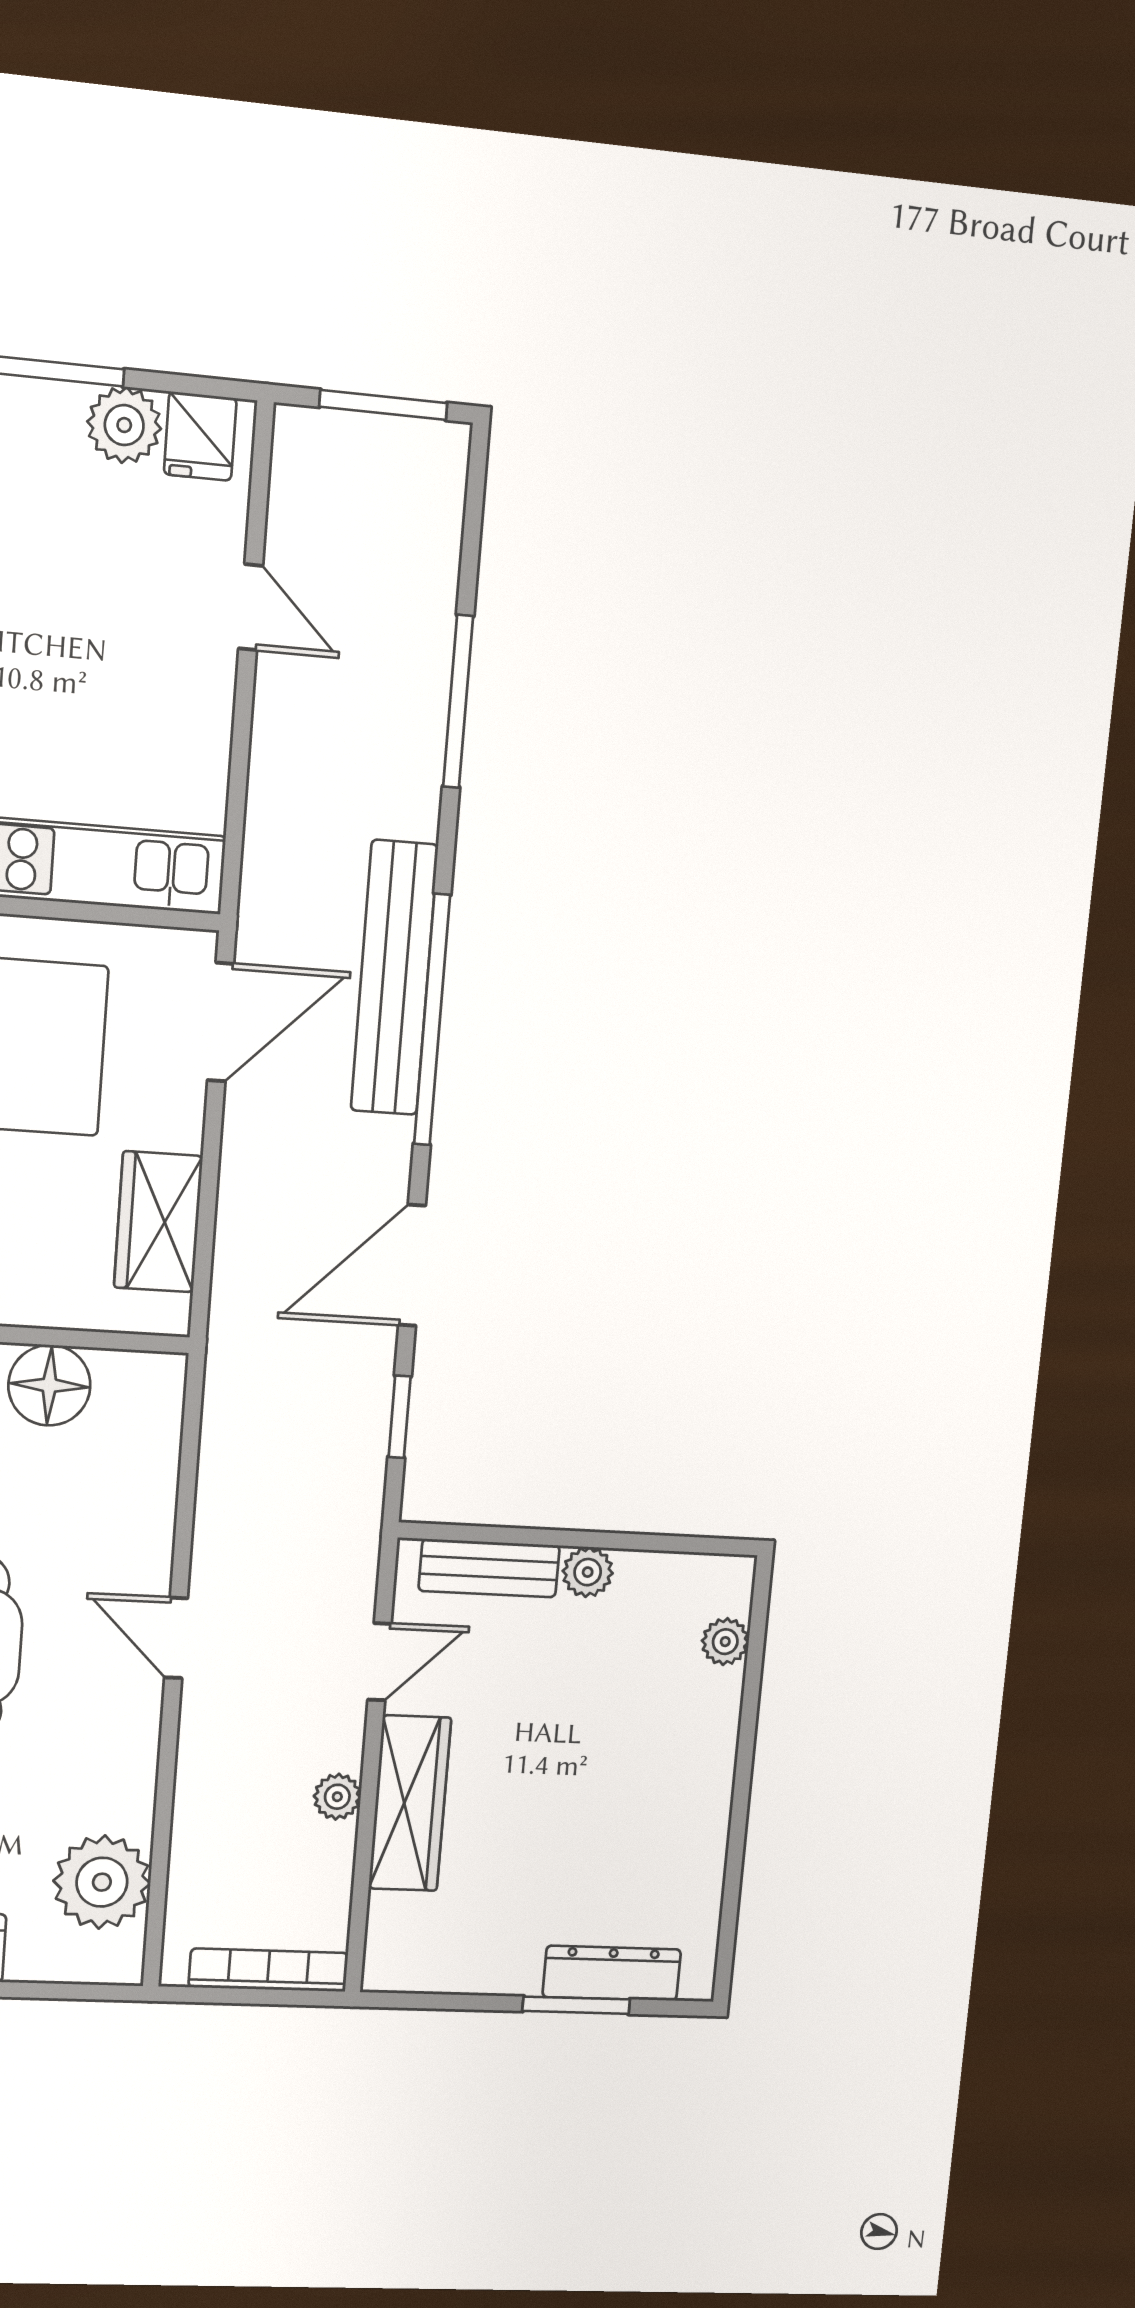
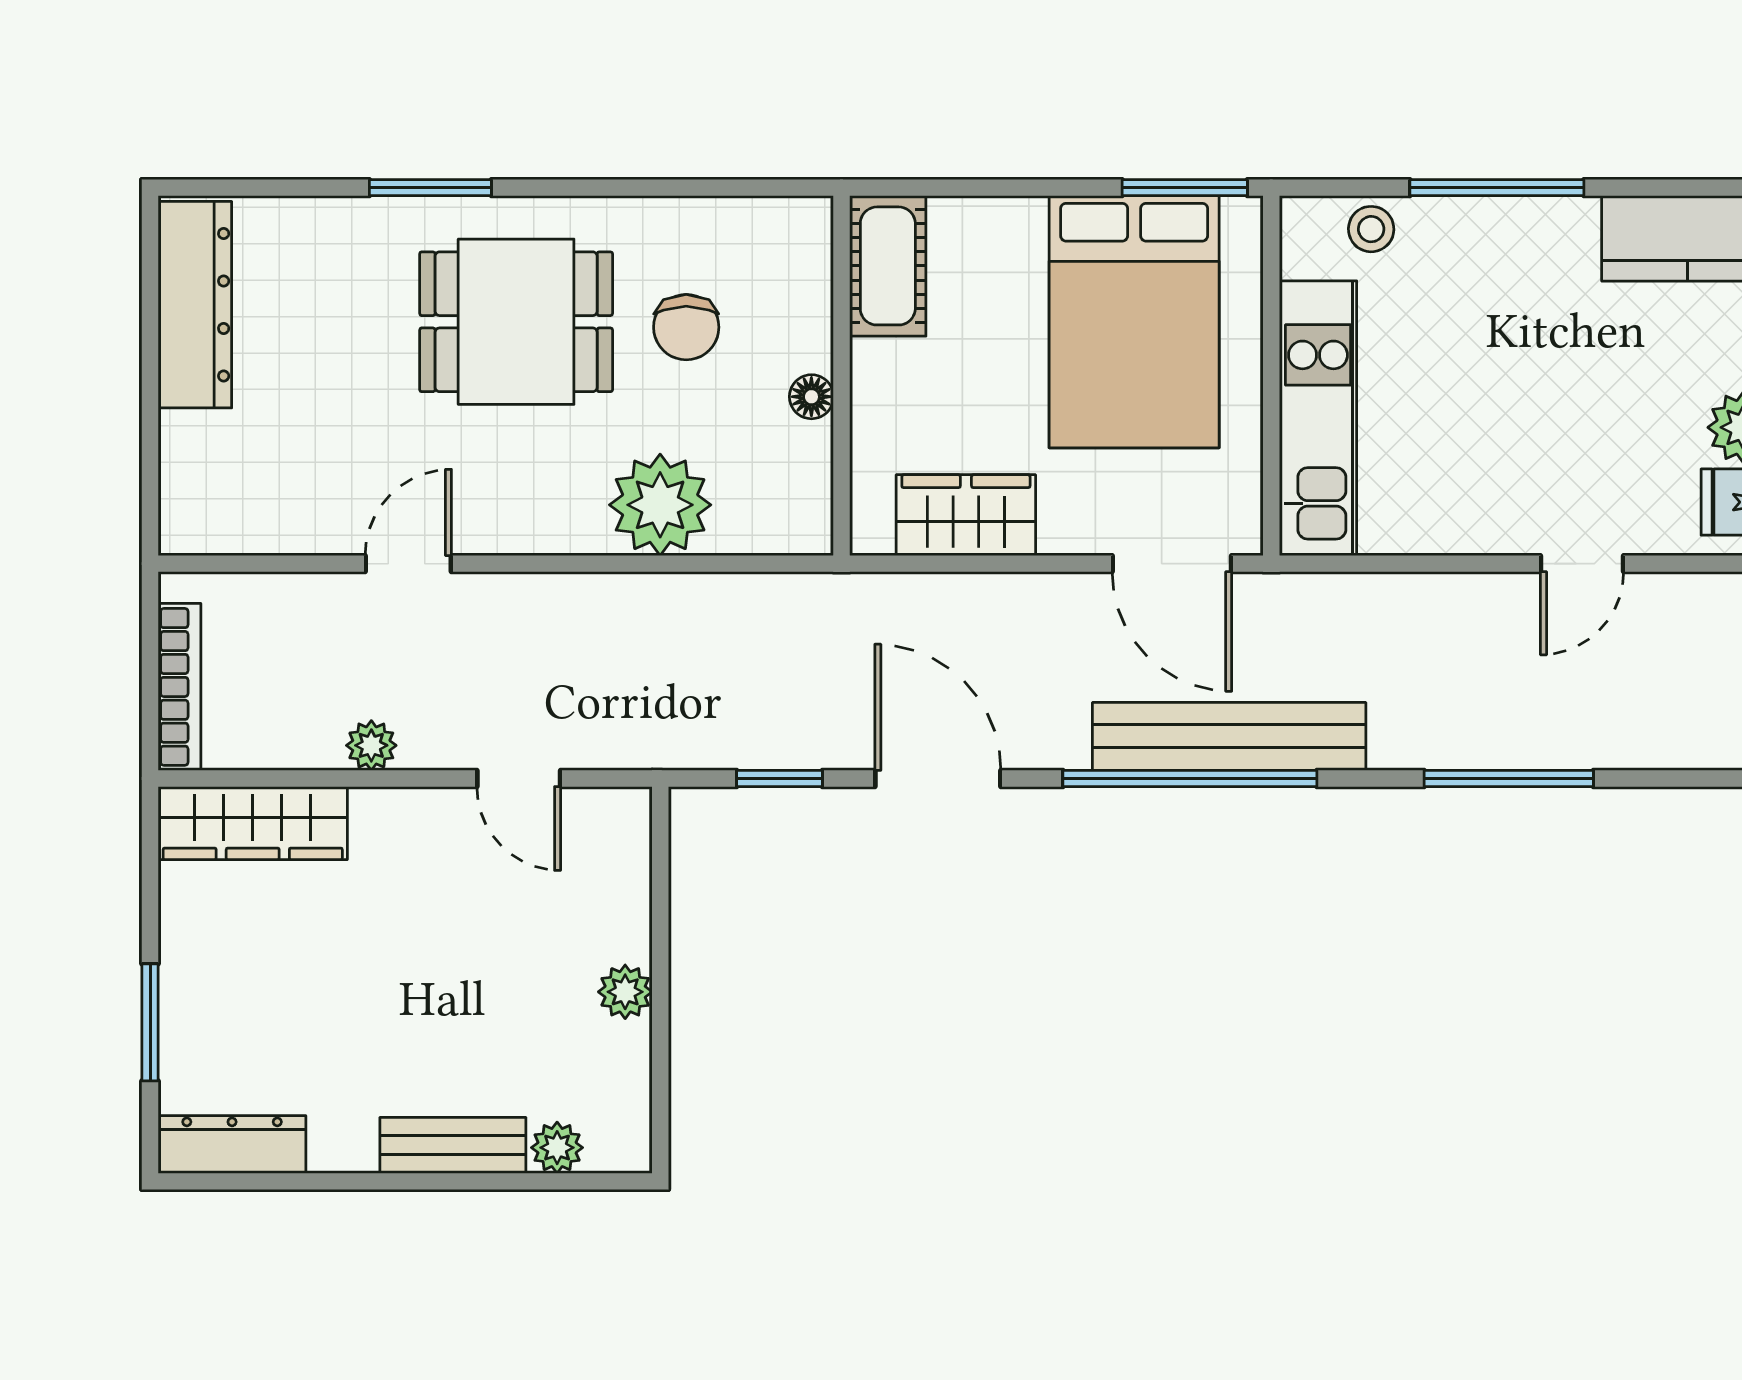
floor lamp: (49, 1385) -> (811, 397), width x0.53, depth x0.53
bench: (489, 1568) -> (453, 1145), moved, turned 90
door: (176, 1638) -> (408, 564), moved
wardrobe: (410, 1803) -> (253, 823), moved
plant: (102, 1882) -> (660, 505), moved
dresser: (612, 1973) -> (232, 1144), moved, turned -90

